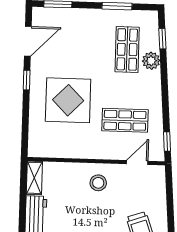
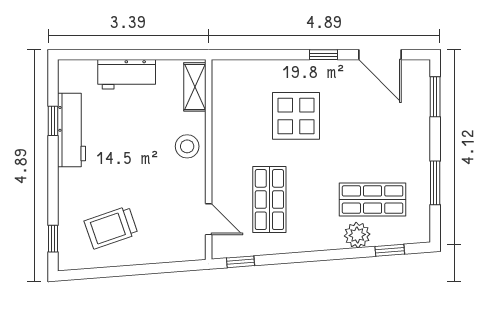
display table: (68, 100) -> (296, 116), width x0.73, depth x0.73
shelving: (34, 178) -> (195, 87), moved, turned 90
stool: (98, 183) -> (187, 146), moved

